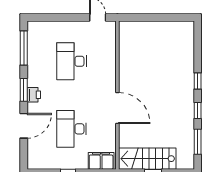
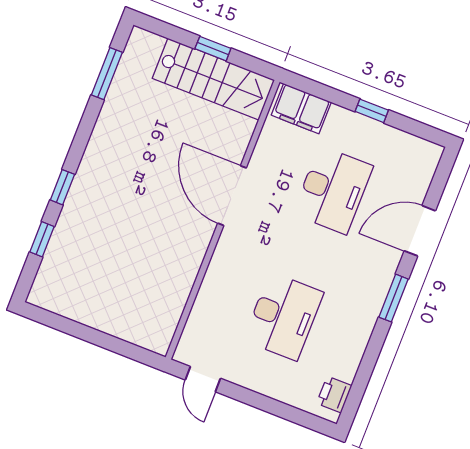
window: (24, 48) -> (363, 376), removed
printer: (34, 95) -> (334, 394), moved
window: (198, 110) -> (42, 239), moved

